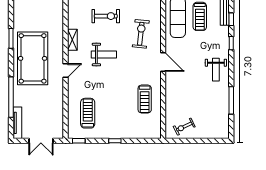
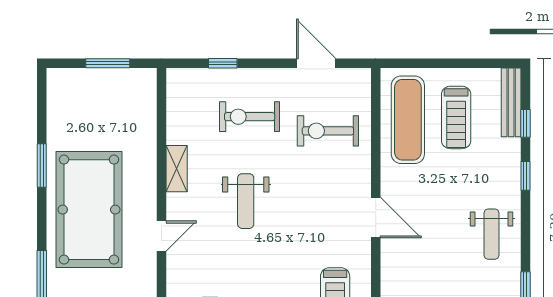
exercise bike: (106, 16) -> (250, 117), turned 180
exercise bike: (141, 34) -> (328, 131), moved, turned -96
weight bench: (104, 55) -> (246, 201), turned 90

